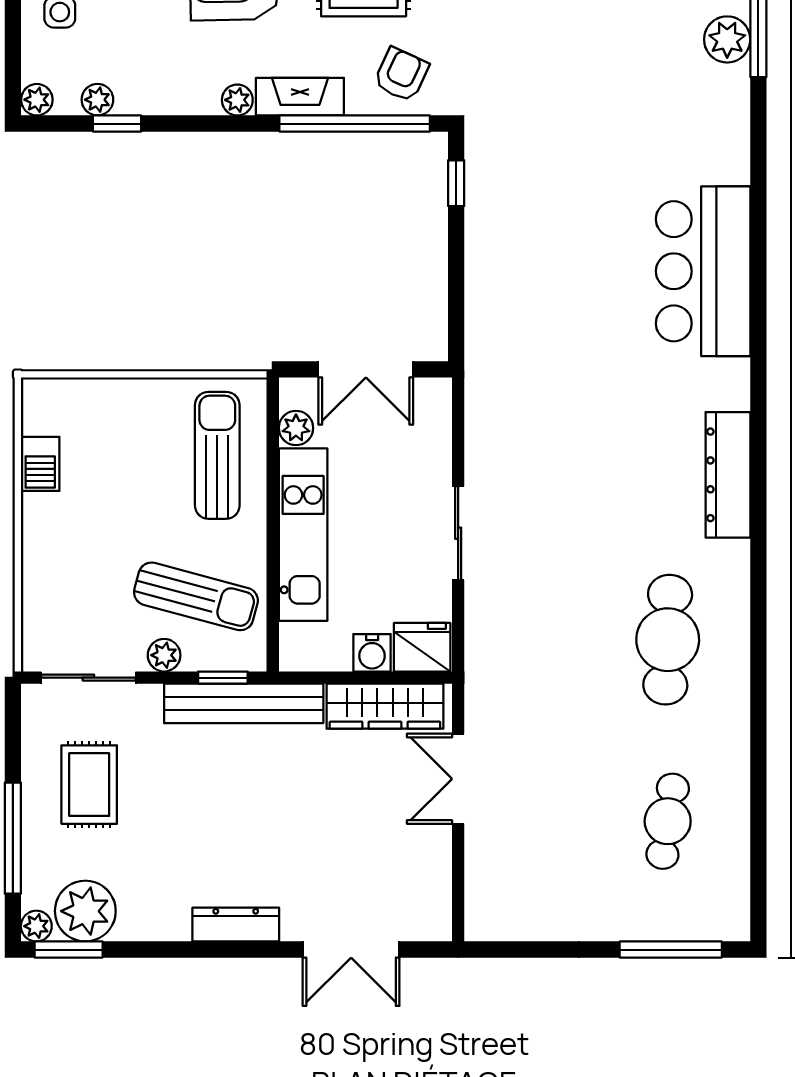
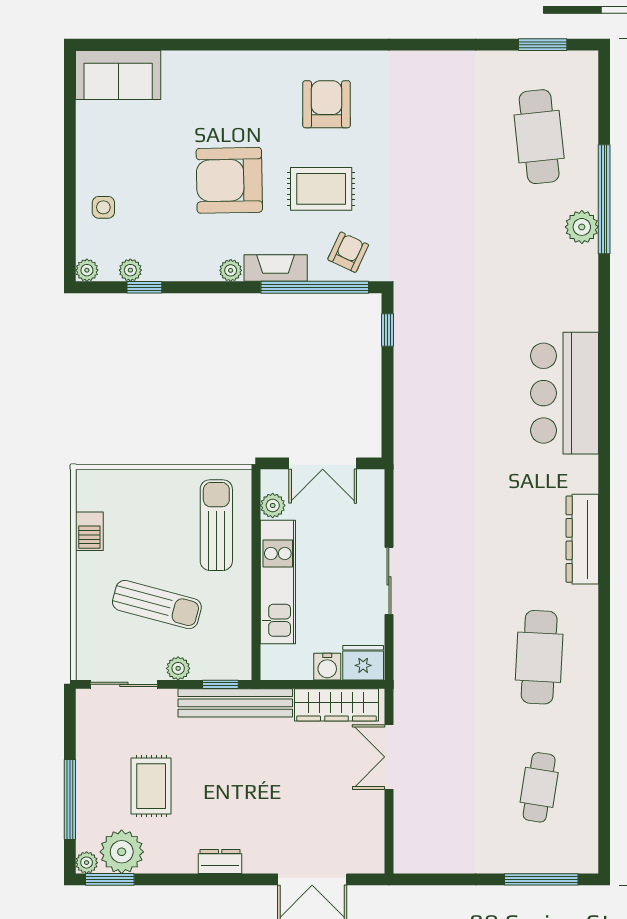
sun lounger: (196, 596) -> (157, 605), moved
rug: (89, 785) -> (151, 786), moved
dresser: (236, 925) -> (220, 861), width x0.70

